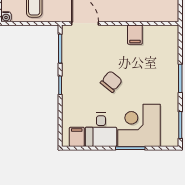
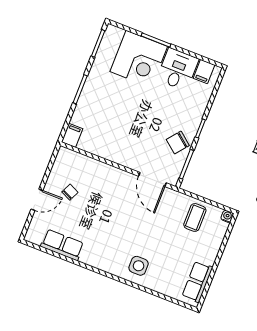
filing cabinet: (135, 35) -> (72, 135), moved
chair: (111, 82) -> (178, 142), moved

